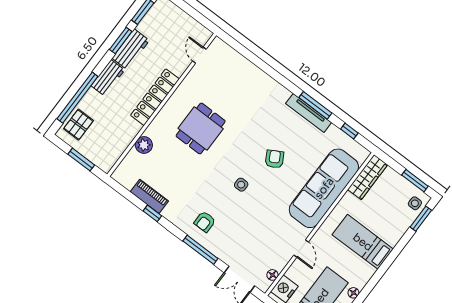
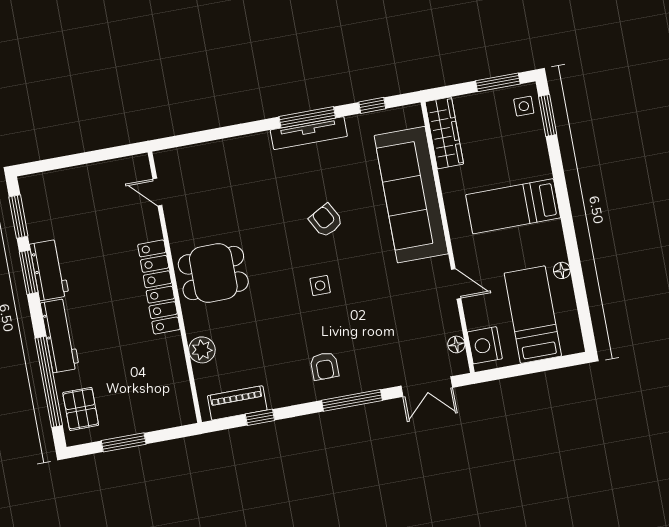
door: (199, 55) -> (157, 192), moved
workbench: (108, 78) -> (60, 336), width x1.38
locker: (155, 97) -> (159, 287), moved
wall: (162, 105) -> (175, 287), moved
dining table: (201, 128) -> (213, 273), turned 90
plant: (144, 145) -> (202, 350), moved

